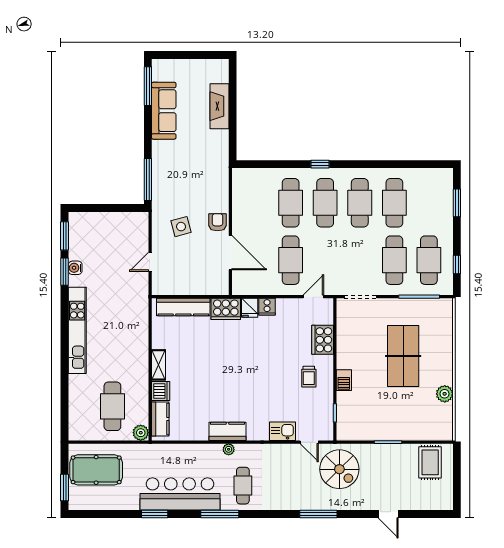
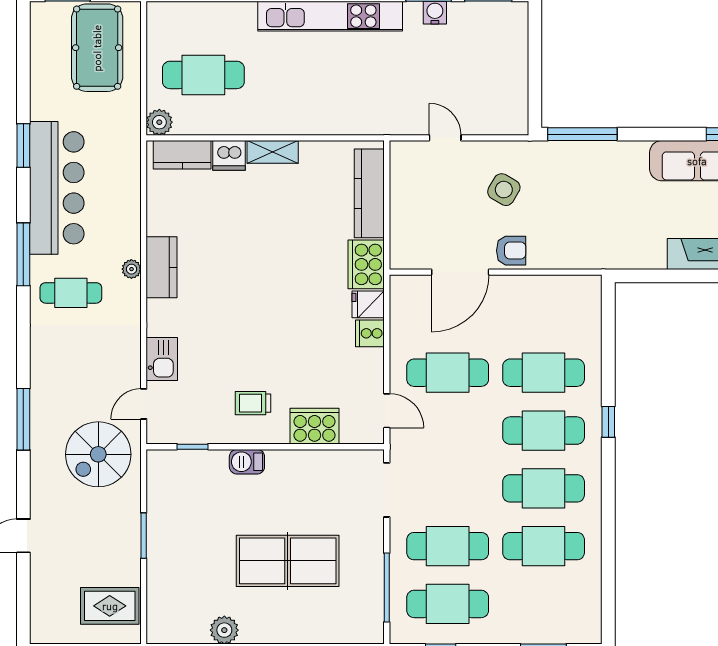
side table: (181, 227) -> (504, 190), turned 45

